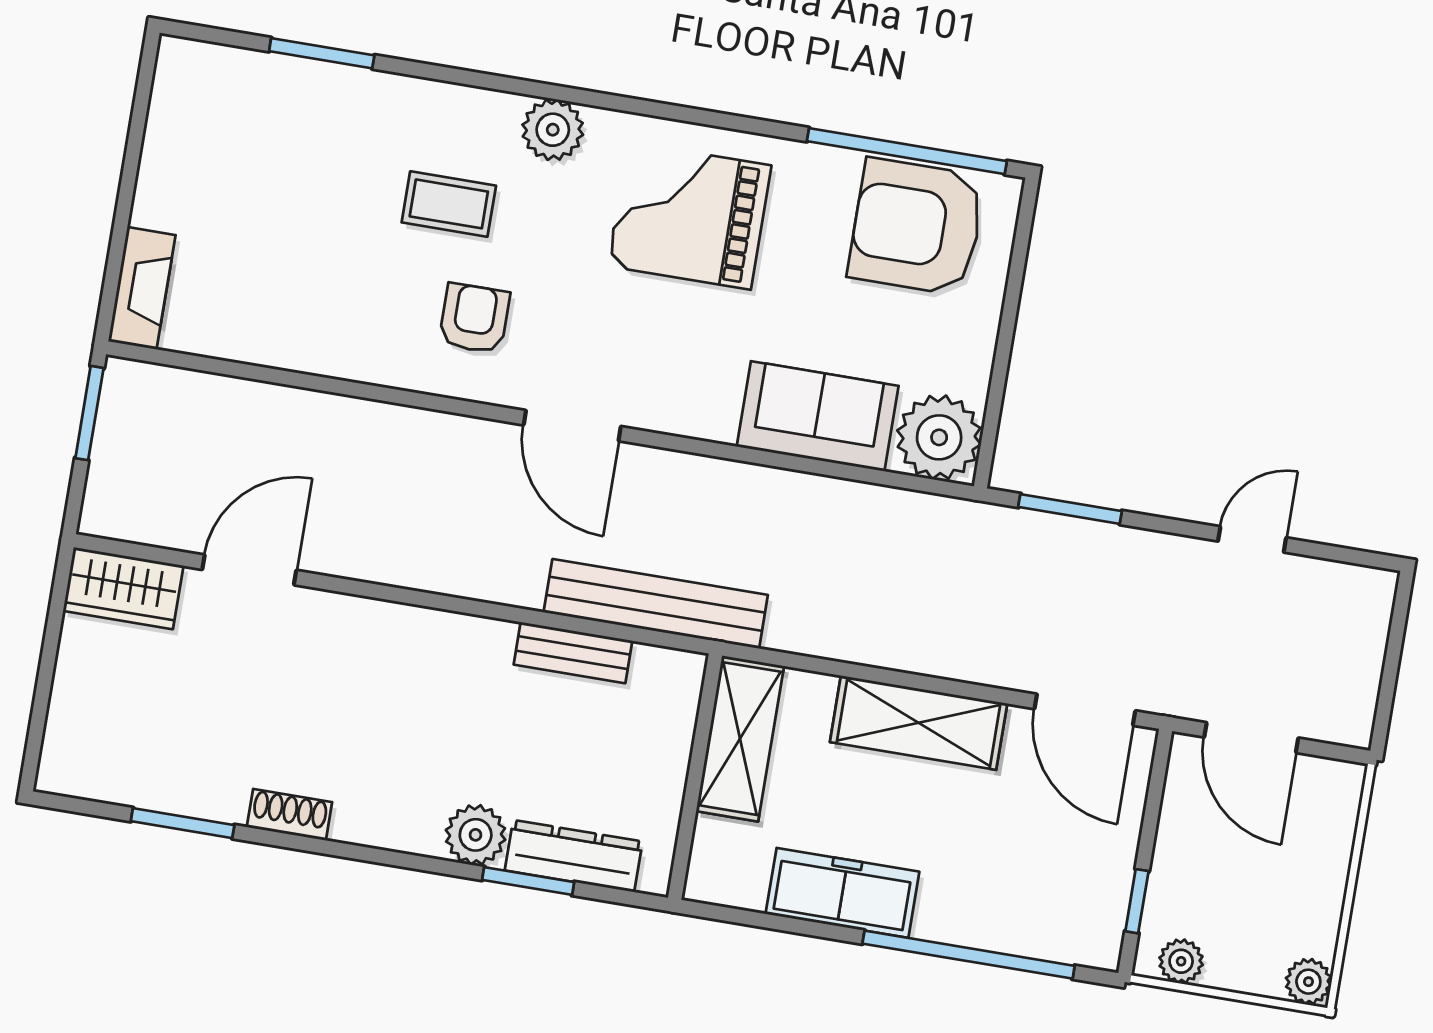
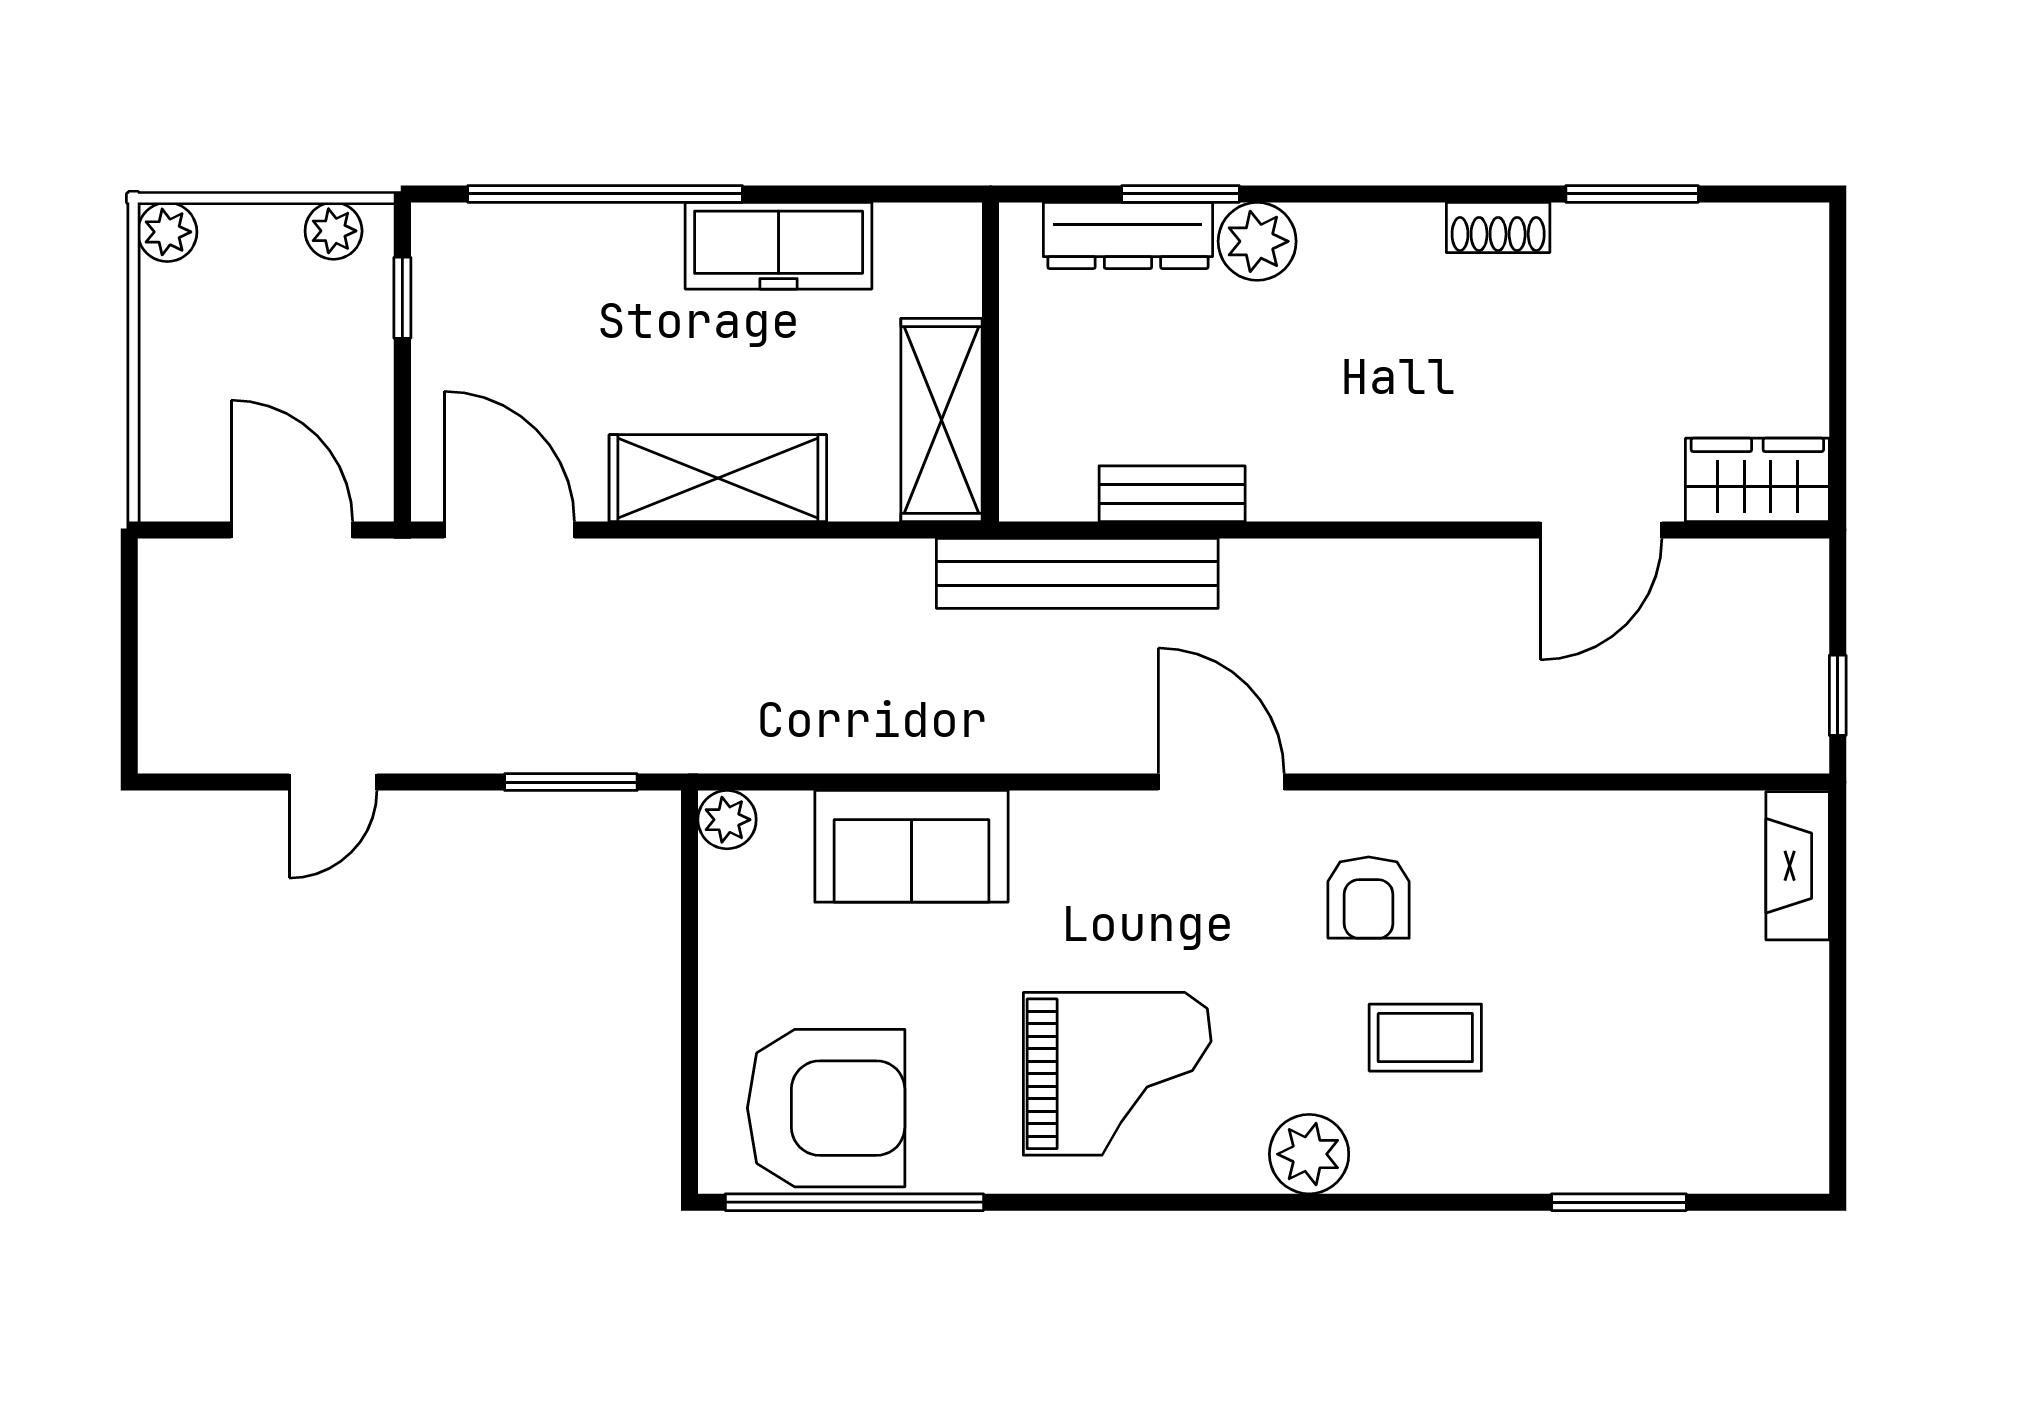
window: (89, 413) -> (1838, 695), width x0.67
plant: (939, 437) -> (727, 820), width x0.53, depth x0.53

